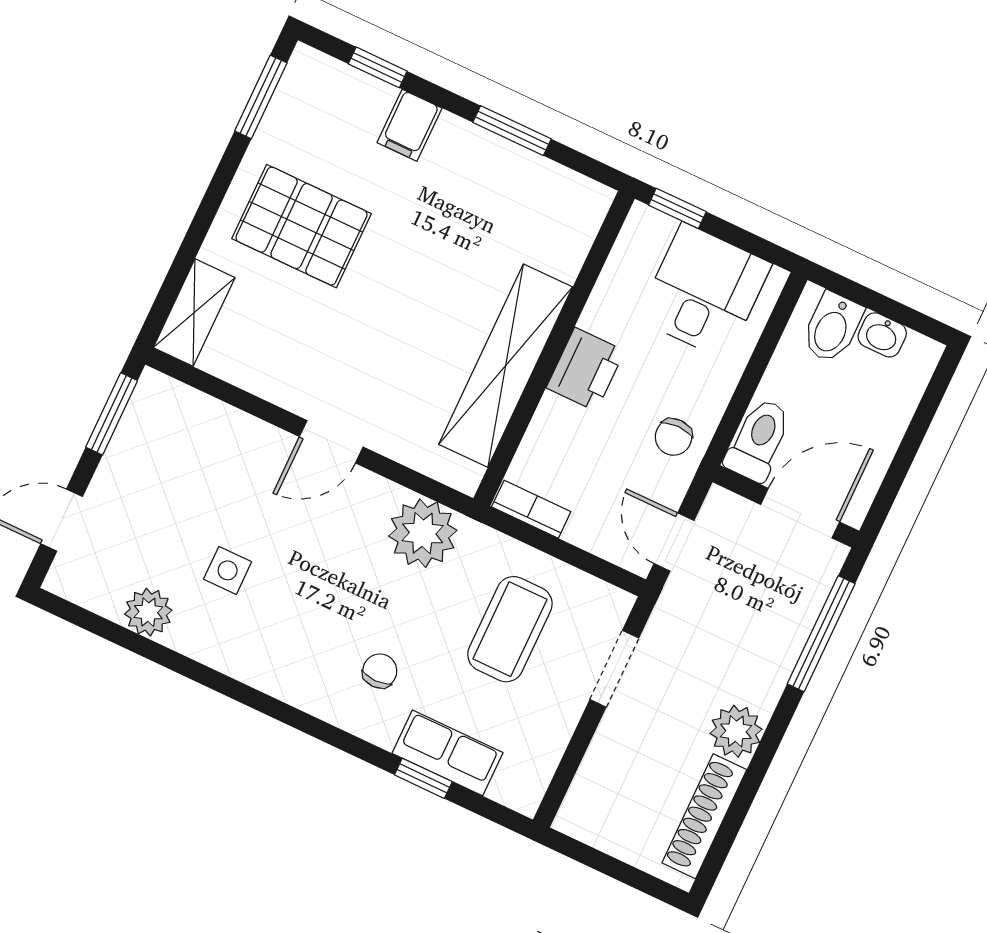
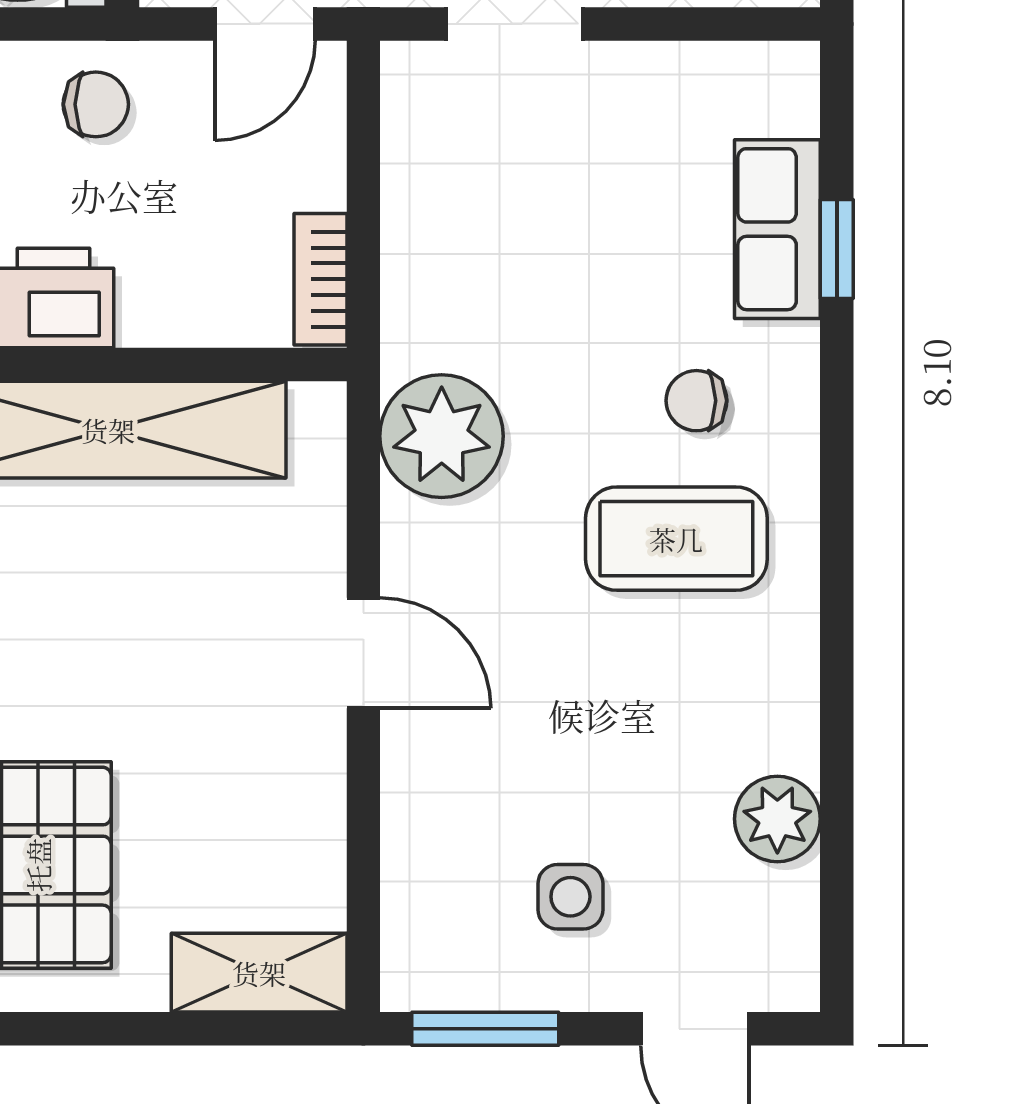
side table: (228, 570) -> (570, 897), moved
coffee table: (510, 629) -> (676, 539), moved

